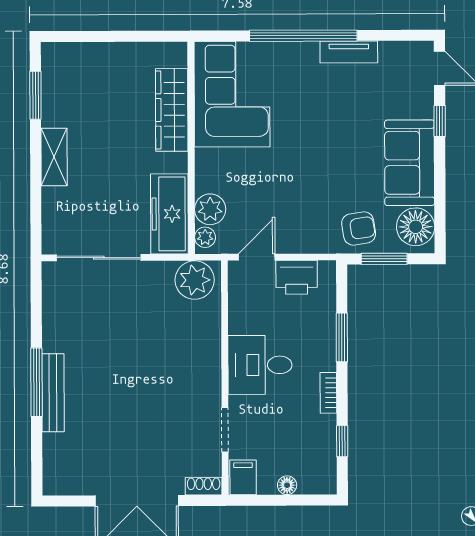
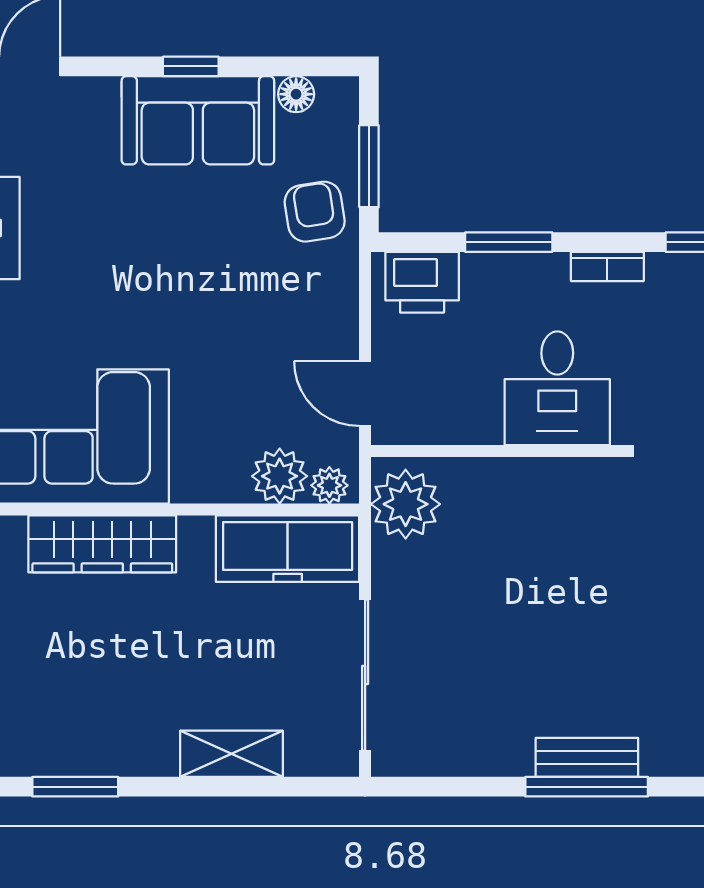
window: (440, 121) -> (191, 66), moved
shelving: (54, 157) -> (231, 754), moved
floor lamp: (416, 227) -> (296, 94), width x0.53, depth x0.53
printer: (297, 277) -> (422, 282), moved, turned 90
bench: (53, 393) -> (587, 757), width x0.73

